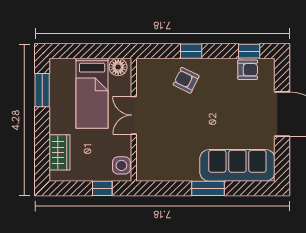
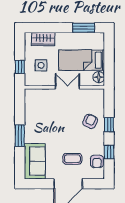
window: (249, 51) -> (109, 152), moved
coffee table: (244, 108) -> (72, 159), added
side table: (121, 165) -> (41, 65), moved
sofa: (237, 165) -> (35, 161), width x0.73

